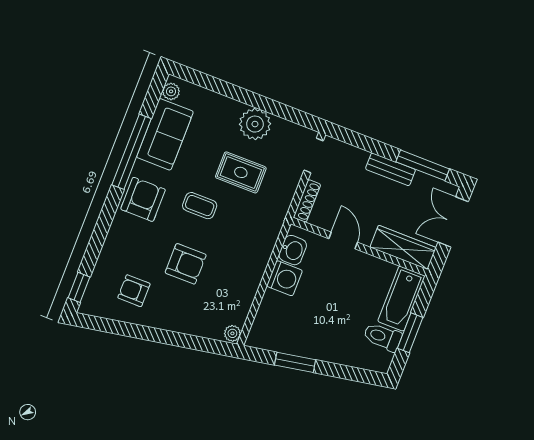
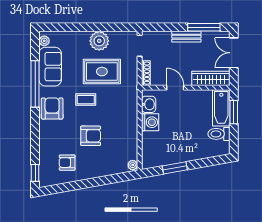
rug: (241, 172) -> (102, 72), width x1.36, depth x1.43
window: (410, 333) -> (234, 112), moved

